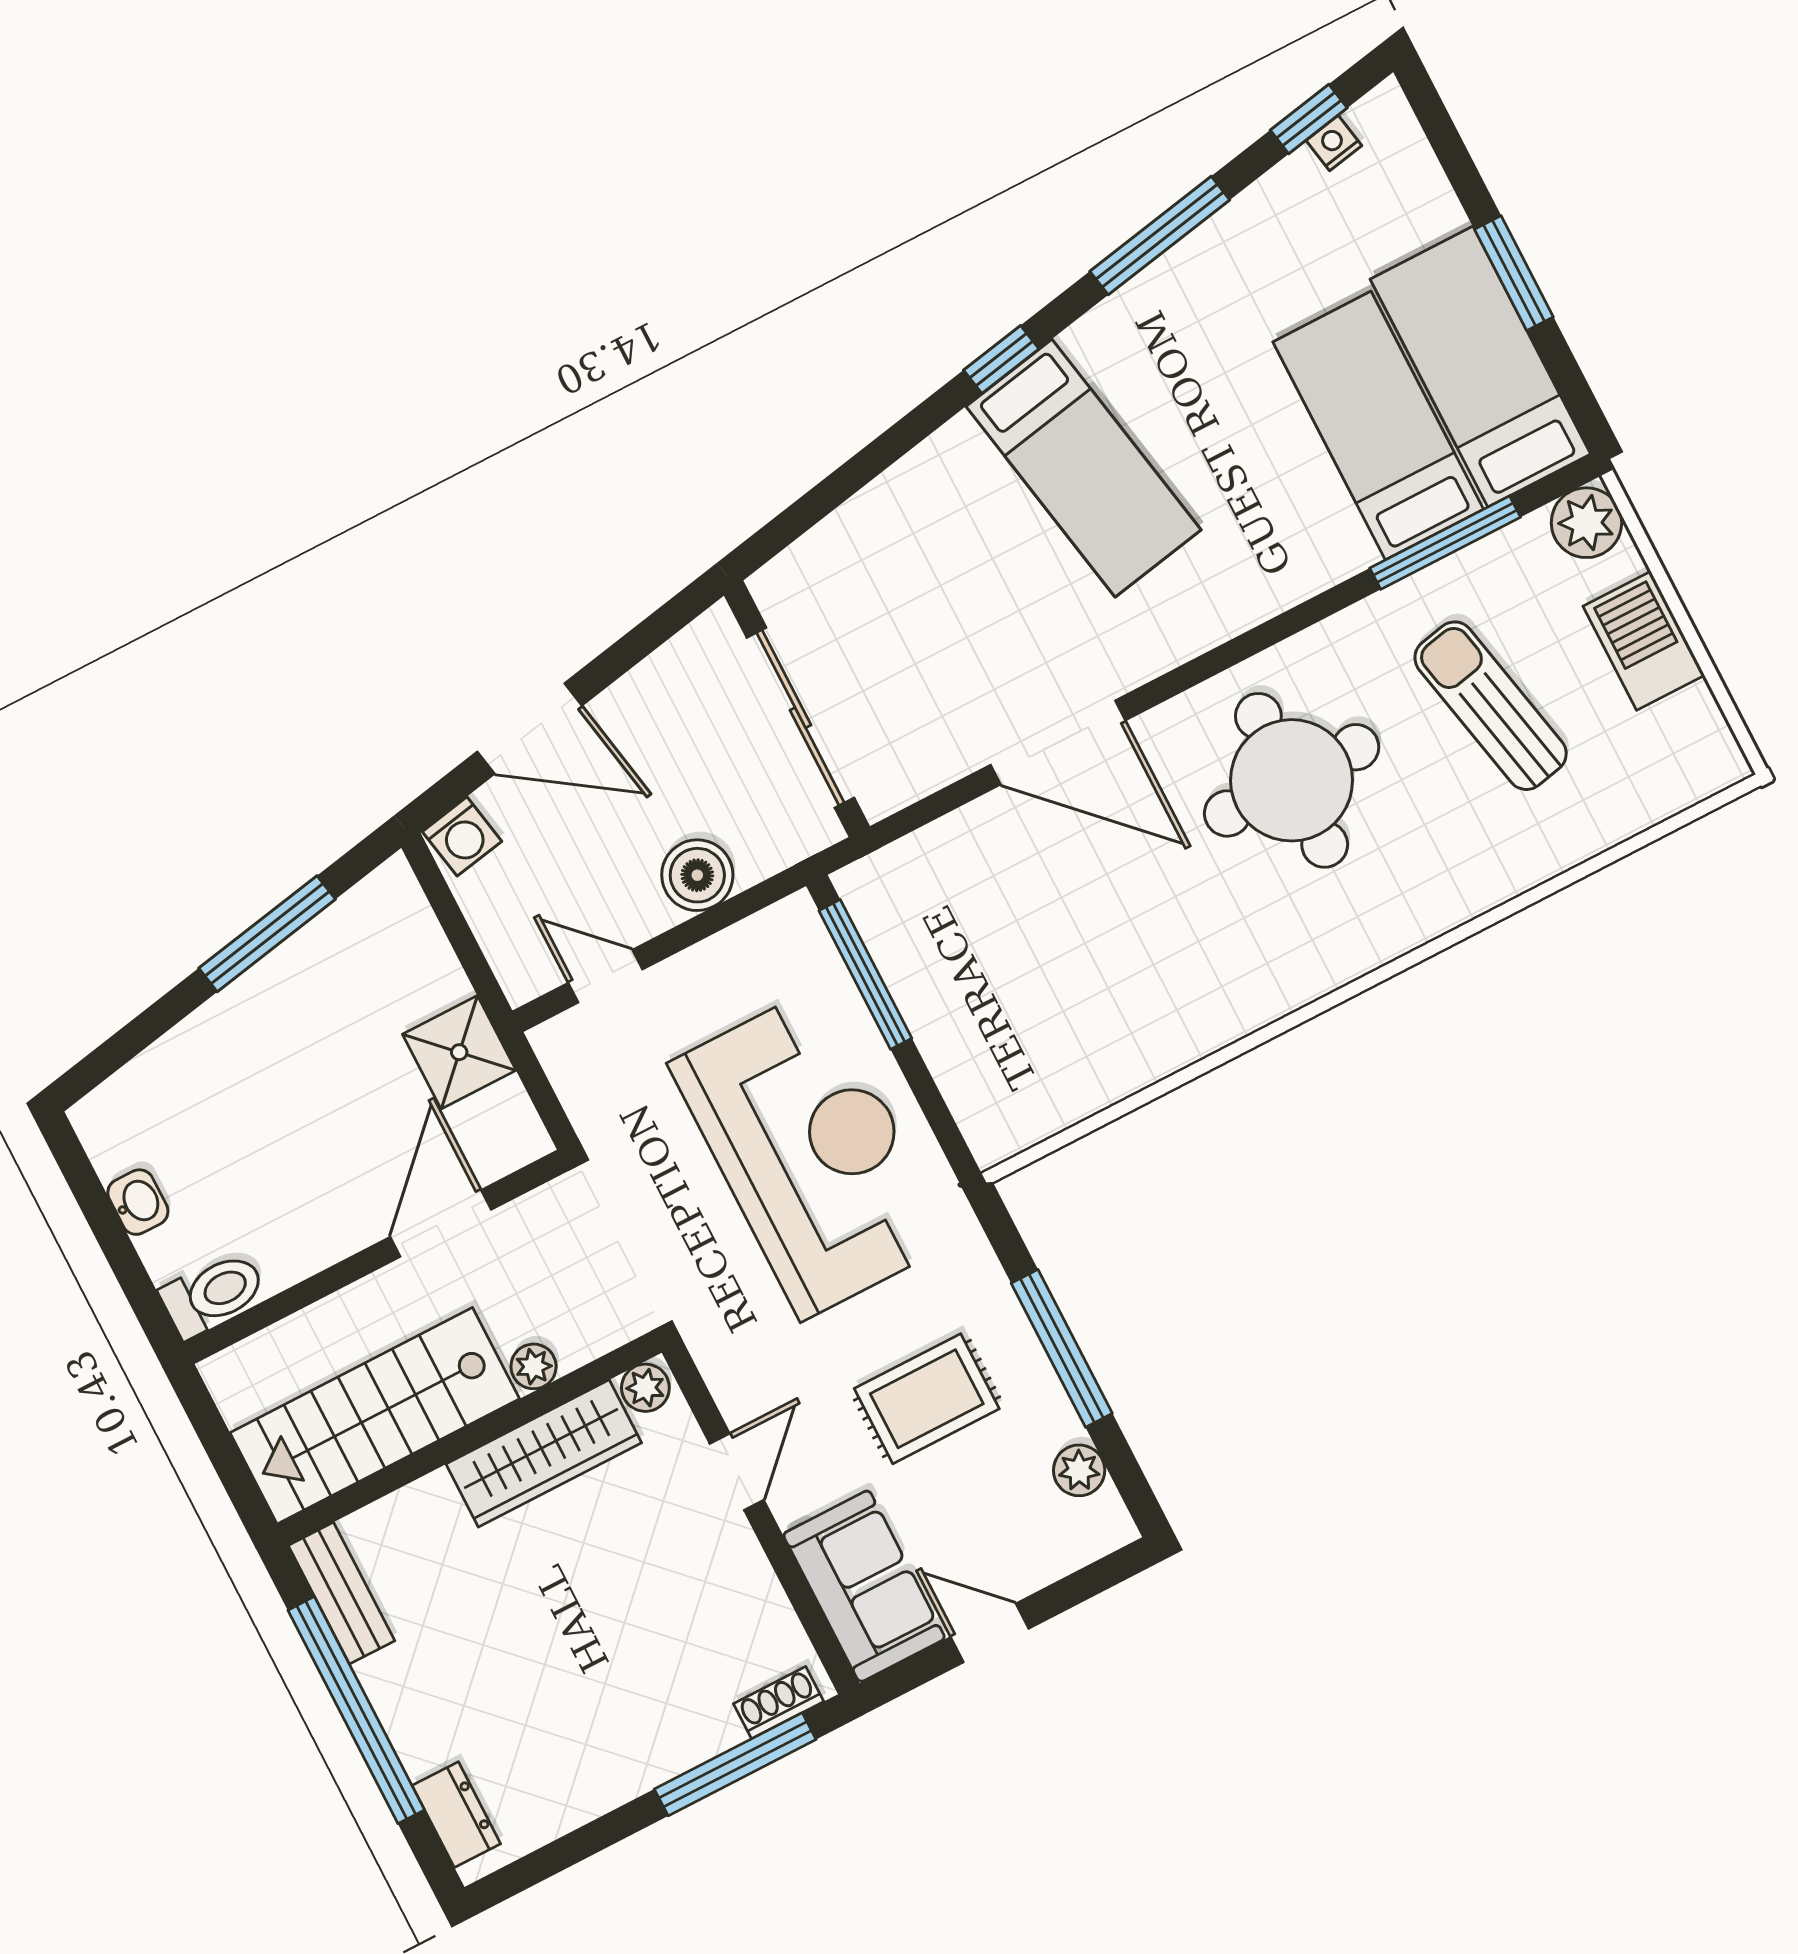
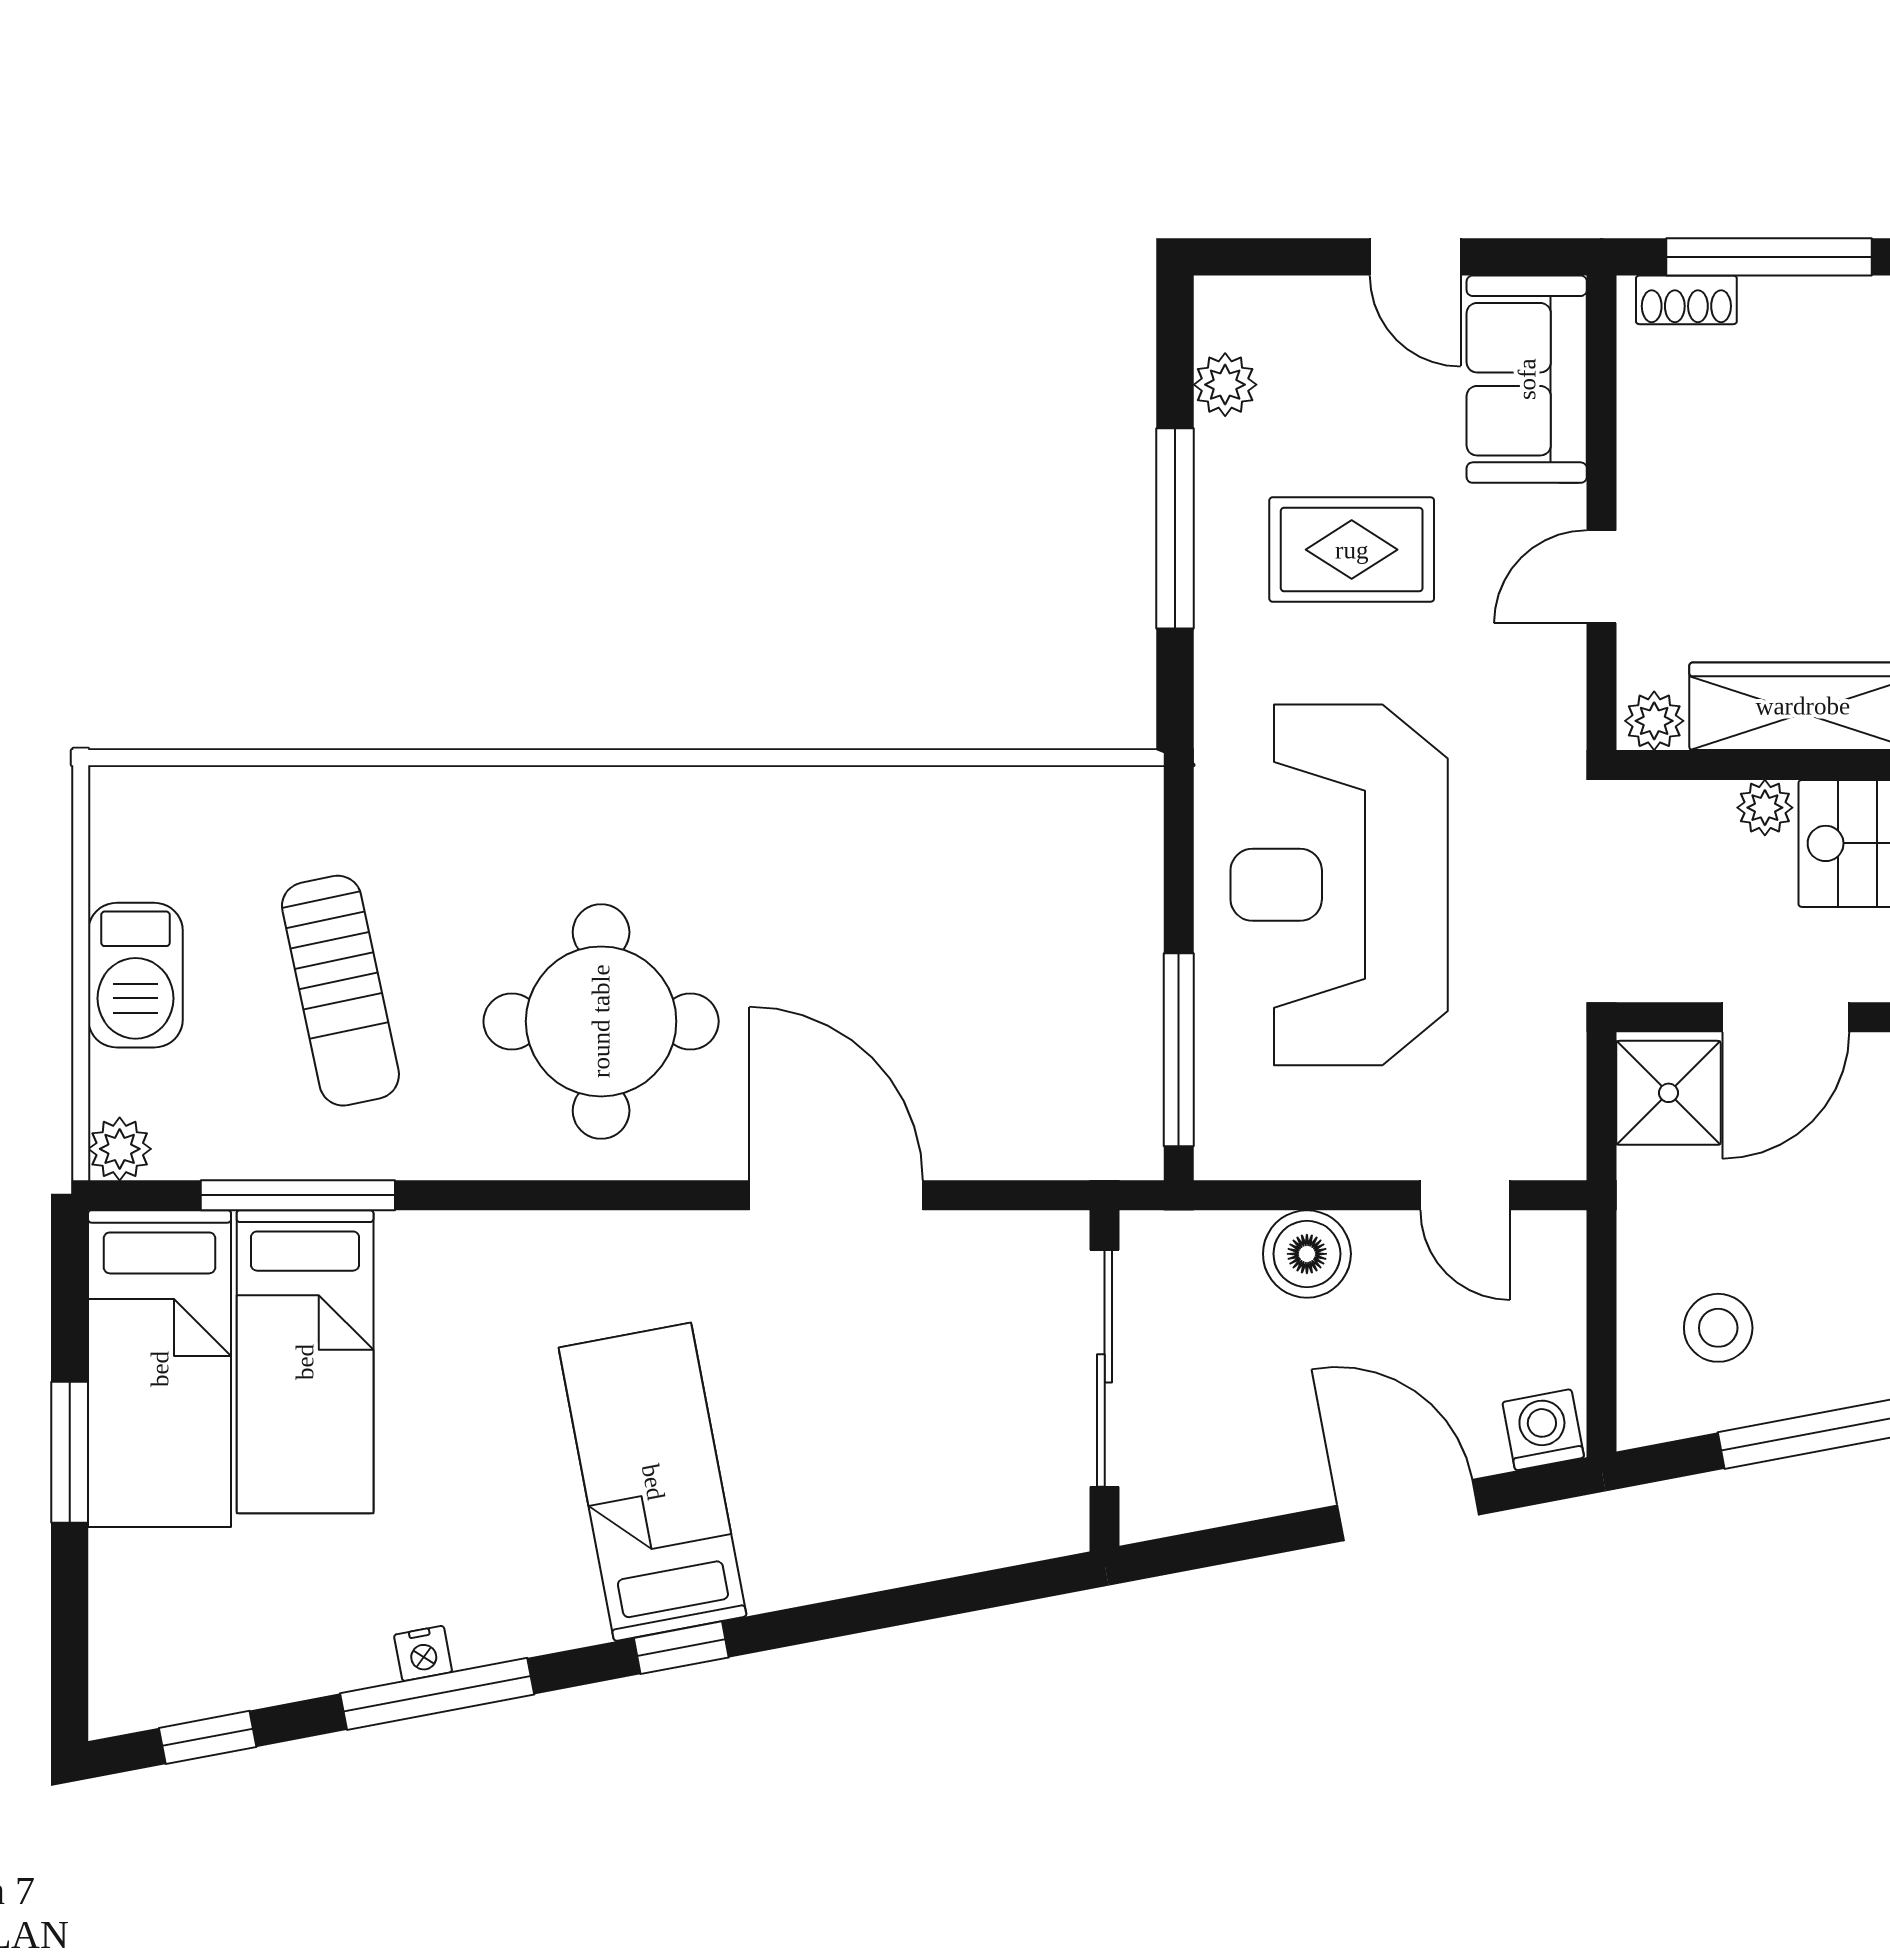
nightstand: (1334, 143) -> (423, 1653), moved
plant: (1586, 523) -> (120, 1149), width x0.73, depth x0.73
stool: (374, 975) -> (1718, 1328), added
shower: (459, 1052) -> (1669, 1093), moved

